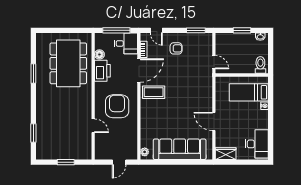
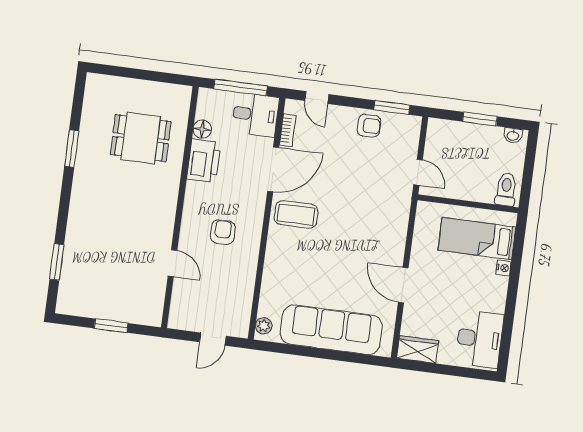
armchair: (176, 48) -> (369, 126), moved
dining table: (68, 63) -> (141, 138), width x0.53, depth x0.80
armchair: (117, 106) -> (223, 232), width x0.53, depth x0.53

